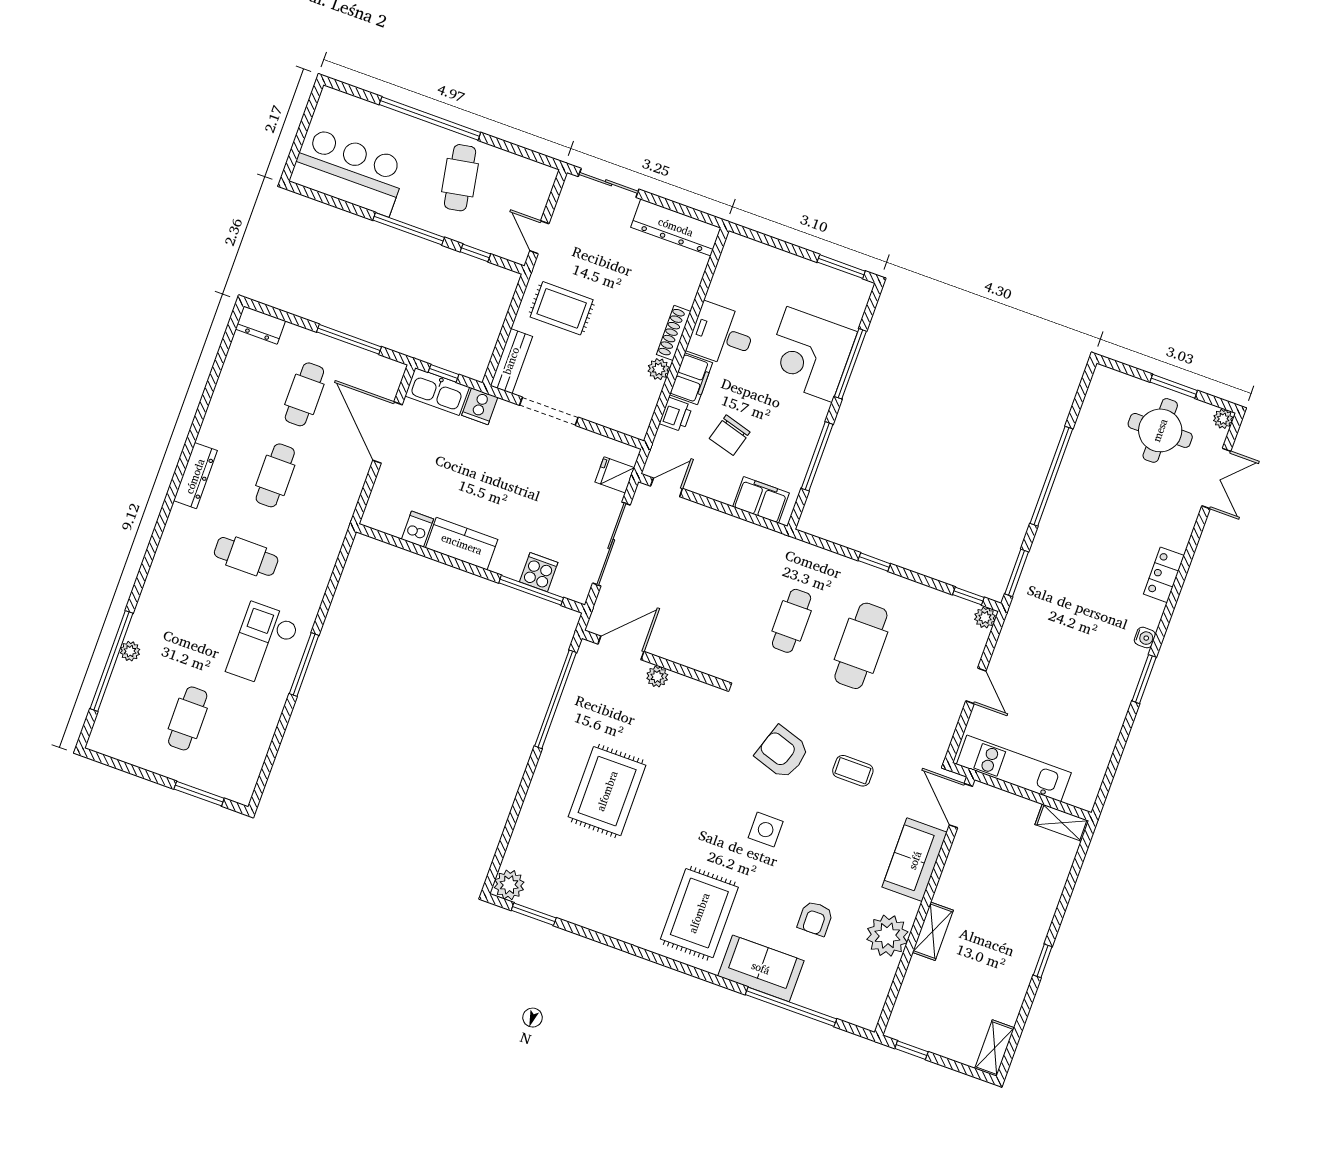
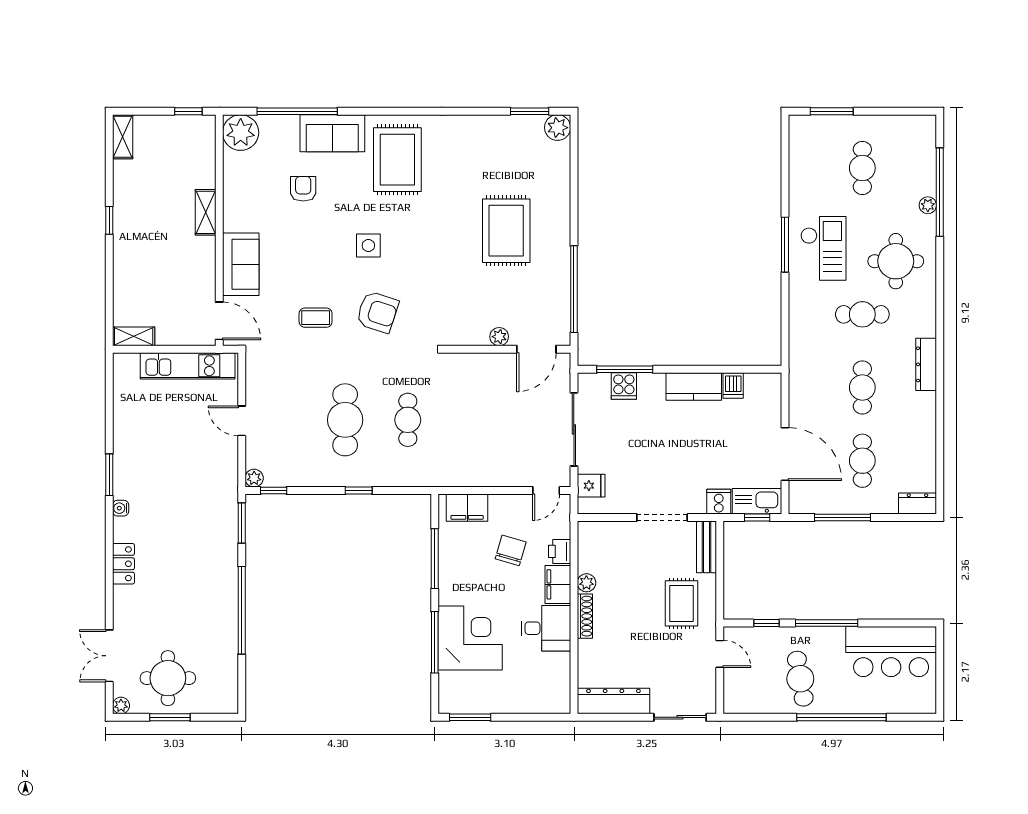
rug: (562, 308) -> (682, 603), turned 90
round table: (188, 602) -> (896, 261), added
plant: (887, 936) -> (241, 133), moved

